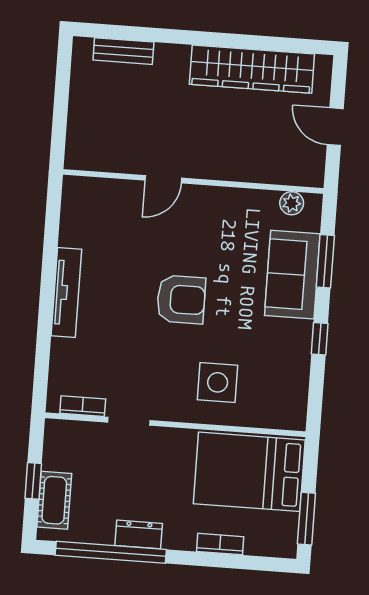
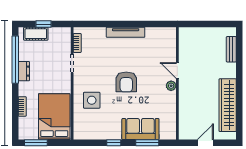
plant: (292, 203) -> (171, 86), moved

